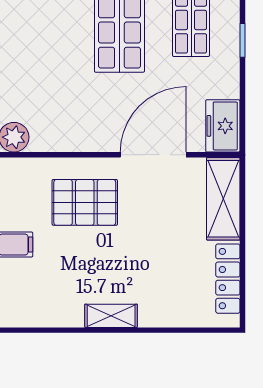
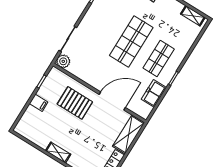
freezer: (223, 126) -> (154, 93), moved

